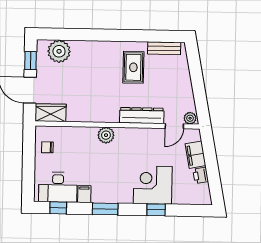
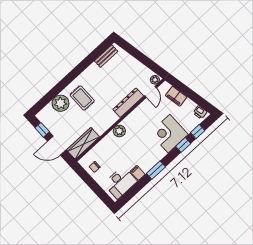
plant: (59, 51) -> (60, 103), moved
rug: (133, 67) -> (82, 98), moved
wardrobe: (51, 113) -> (83, 143), width x1.50
printer: (201, 175) -> (200, 112), moved
window: (58, 208) -> (198, 132), moved

